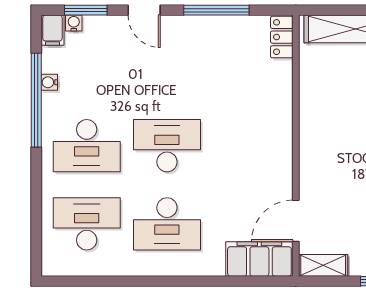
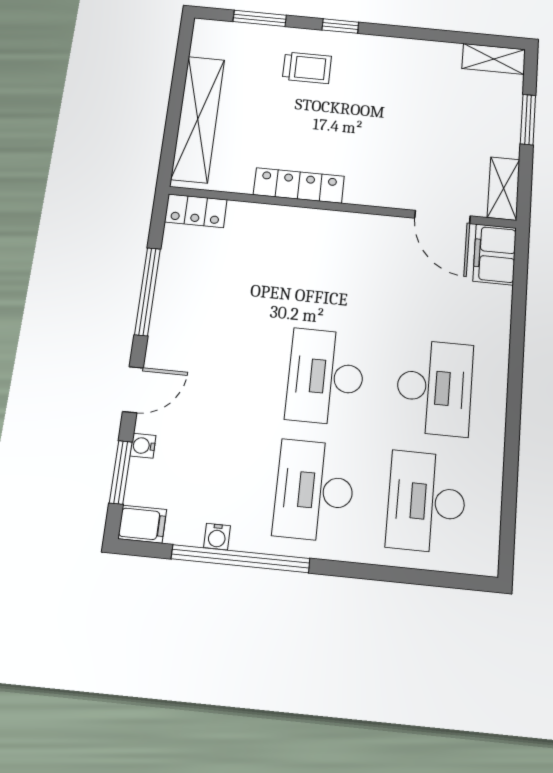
water cooler: (74, 23) -> (143, 446), moved
locker: (310, 111) -> (299, 185), added
desk: (87, 146) -> (314, 490), turned 180
filing cabinet: (259, 259) -> (495, 254), width x0.67, depth x0.86

